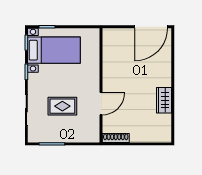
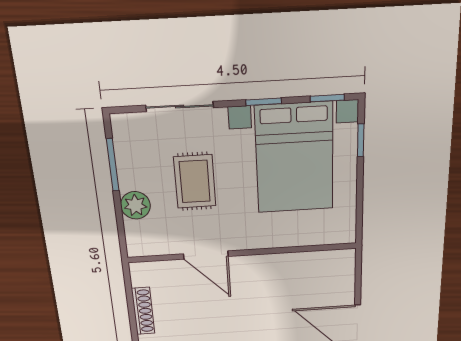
bed with nightstands: (54, 50) -> (295, 158), width x1.36
plant: (73, 136) -> (135, 205), added
shoe rack: (116, 138) -> (143, 311), moved

